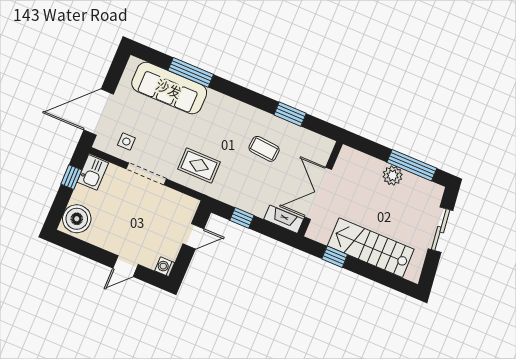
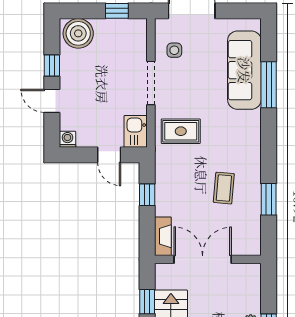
rug: (199, 165) -> (181, 131), turned 90
kitchen sink: (93, 172) -> (136, 131), moved, turned 90
window: (95, 253) -> (52, 66), added

